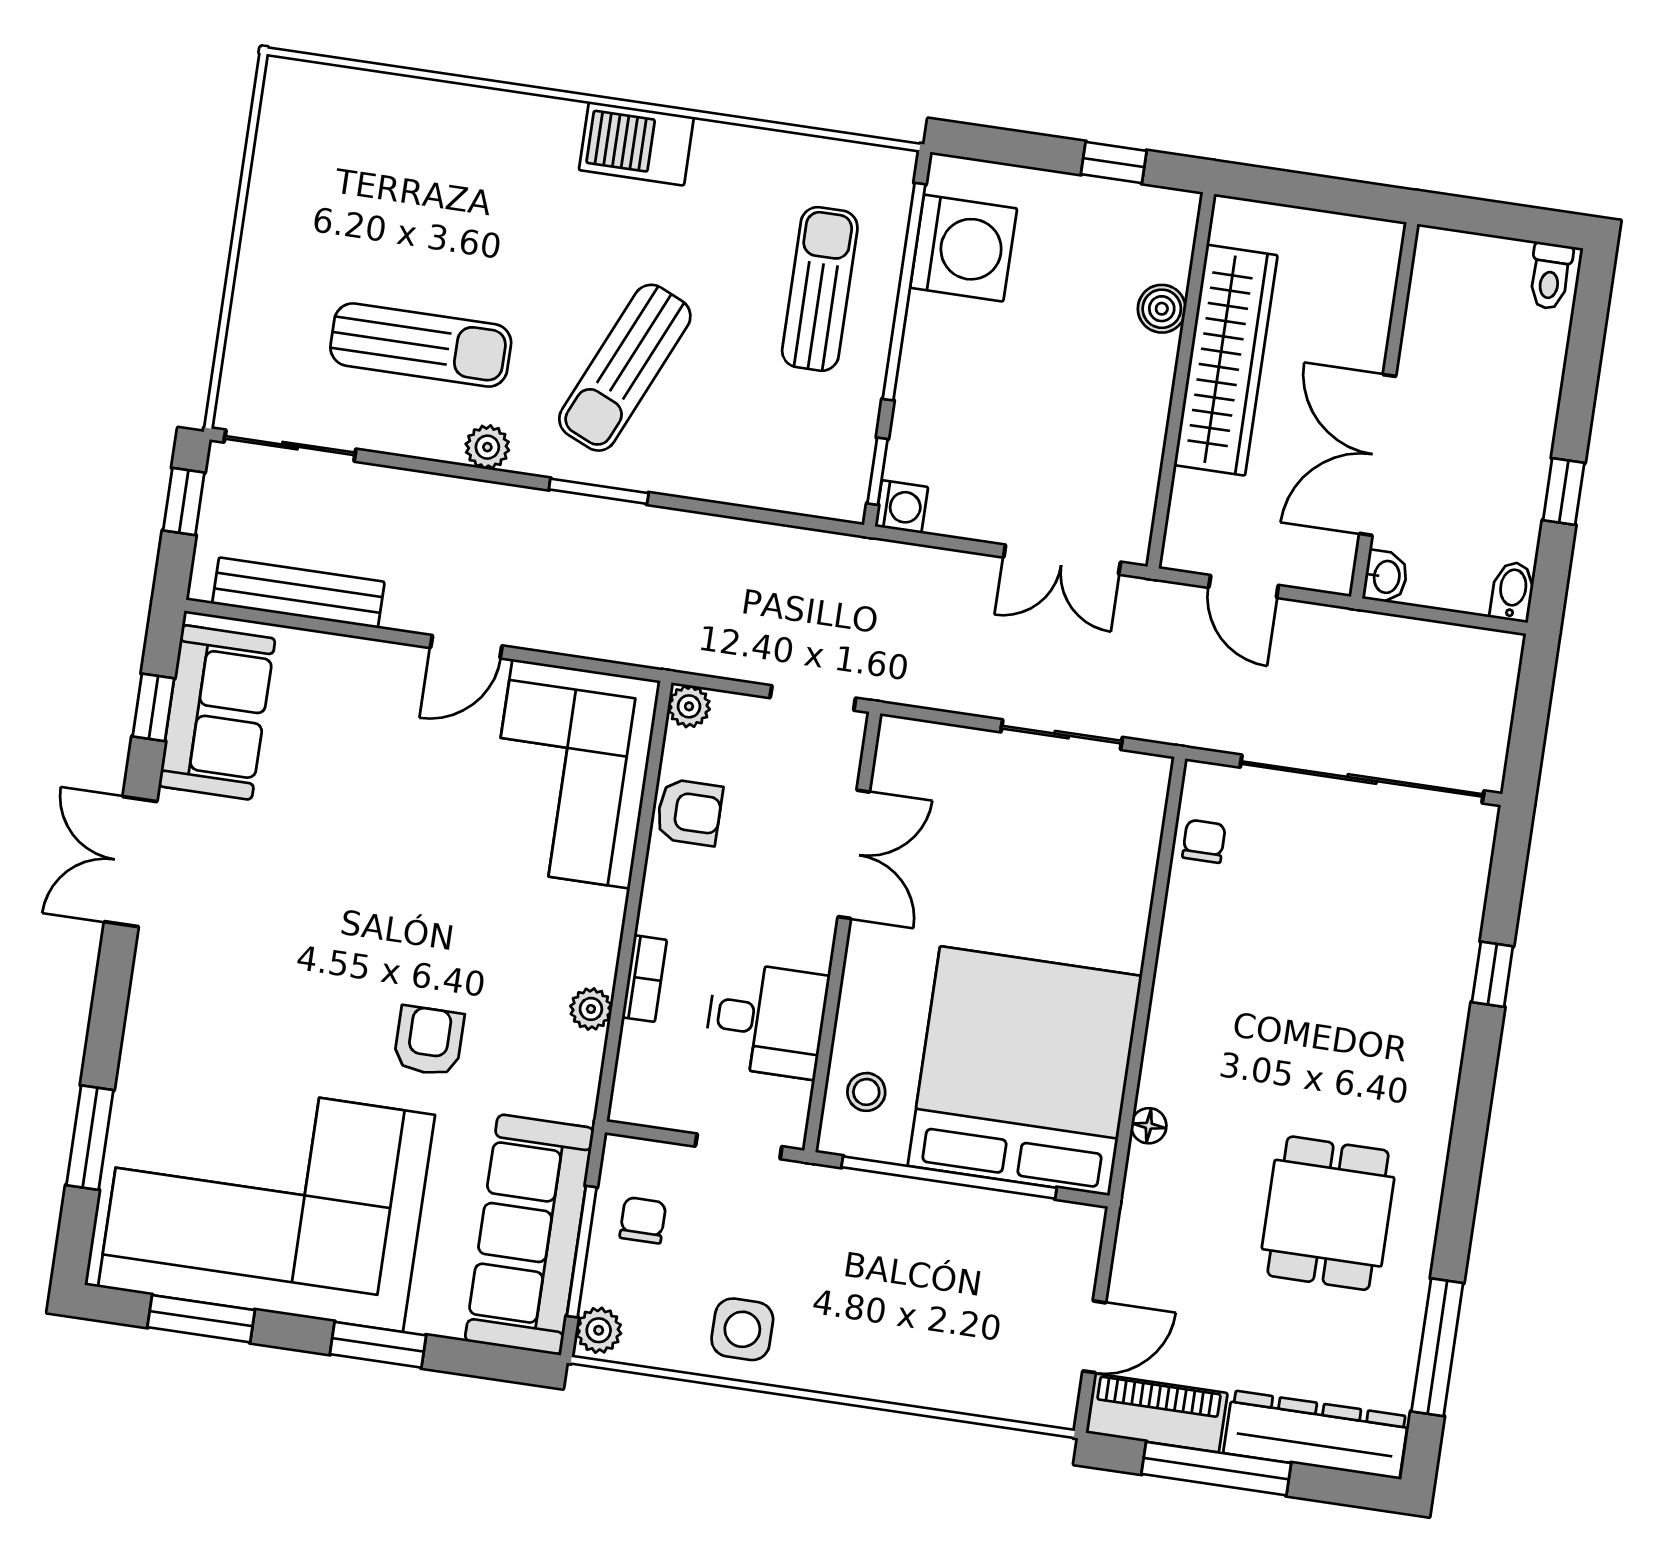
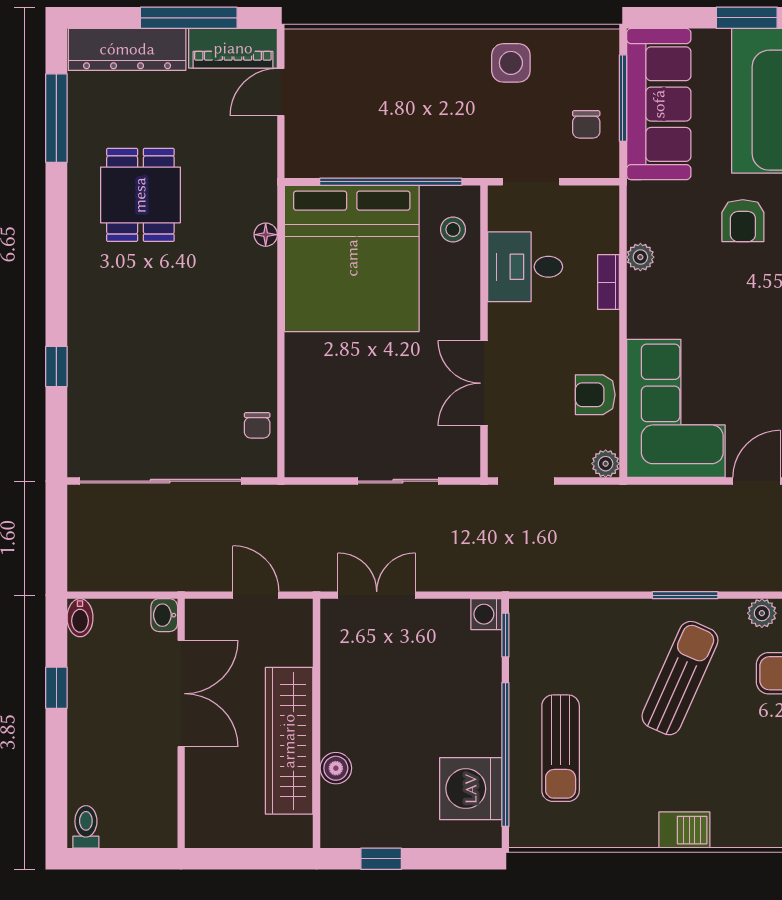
barbecue: (636, 144) -> (684, 830), width x0.73, depth x0.79
sliding door: (1062, 735) -> (398, 481), moved
plant: (599, 1330) -> (604, 48), removed

